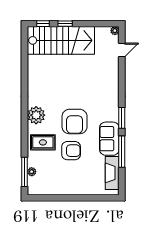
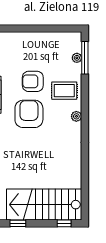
window: (65, 24) -> (18, 223), moved
plant: (36, 115) -> (76, 116), width x0.53, depth x0.53

